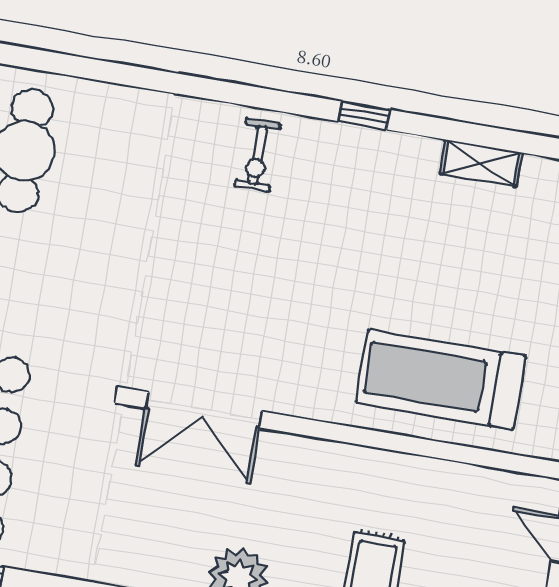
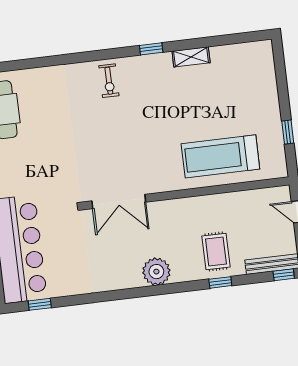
shelving: (481, 163) -> (191, 57), moved

